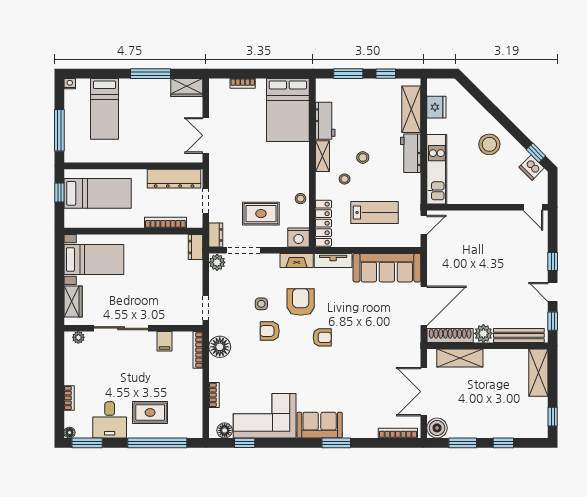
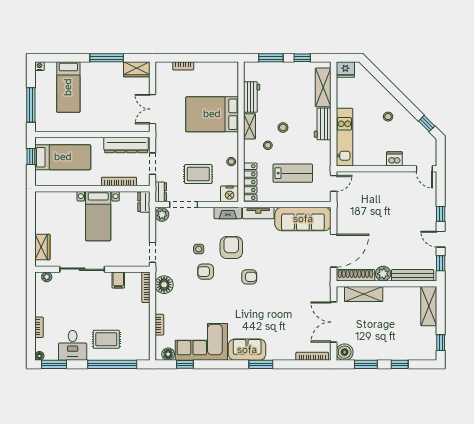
fridge: (436, 107) -> (345, 70), moved, turned 90
bed: (288, 110) -> (212, 114), moved, turned 90
stool: (489, 144) -> (388, 117), width x0.53, depth x0.53
dishwasher: (532, 168) -> (394, 159), moved, turned 135
bed with nightstands: (94, 259) -> (98, 216), moved, turned 90

